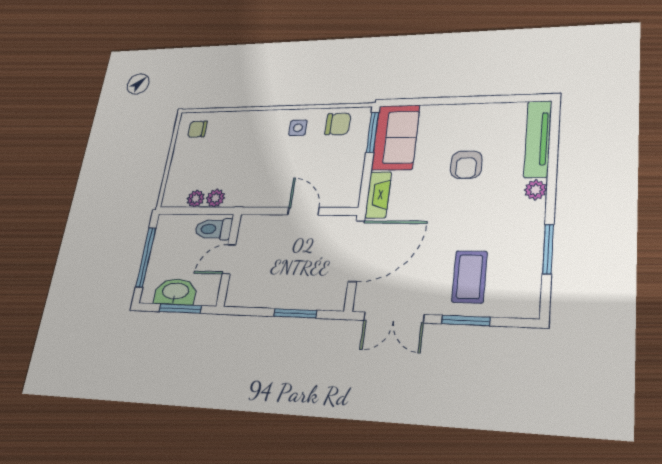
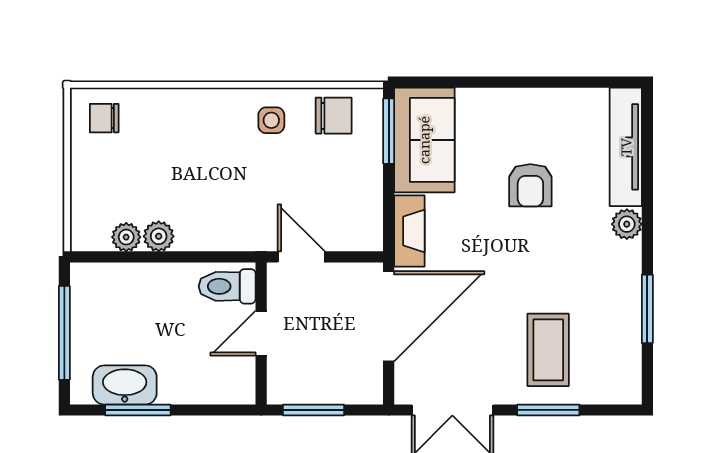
toilet: (213, 229) -> (227, 286), moved
door: (229, 259) -> (261, 333), moved
wall: (229, 260) -> (261, 333), moved

